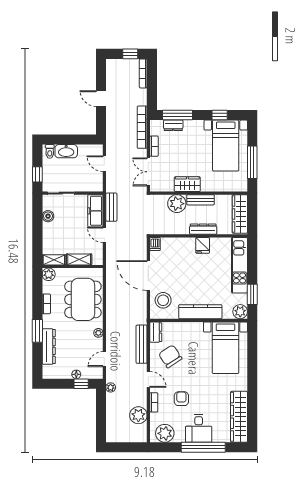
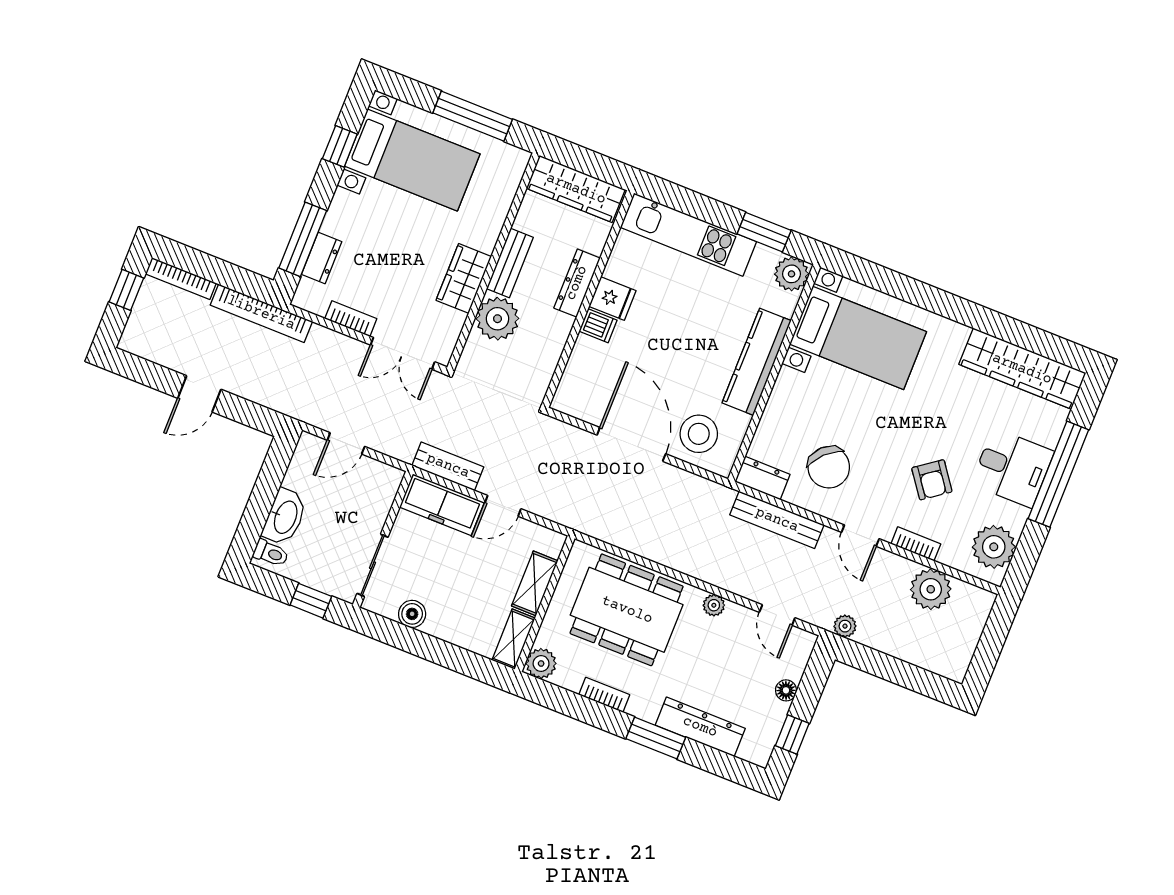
bookcase: (142, 127) -> (261, 313), moved
dishwasher: (155, 244) -> (598, 326), moved
door: (148, 276) -> (631, 444), swing flipped
chair: (170, 356) -> (829, 467), turned -102
door: (148, 379) -> (860, 536), swing flipped
window: (81, 384) -> (792, 734), moved
armchair: (181, 399) -> (932, 480), turned -126

